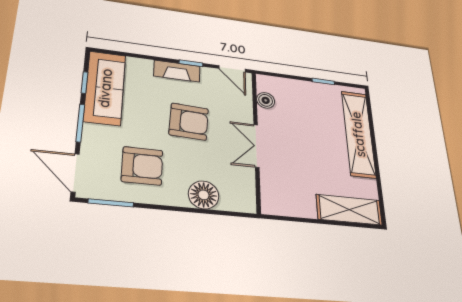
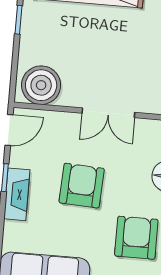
boiler: (266, 100) -> (41, 85), width x1.86, depth x1.86

